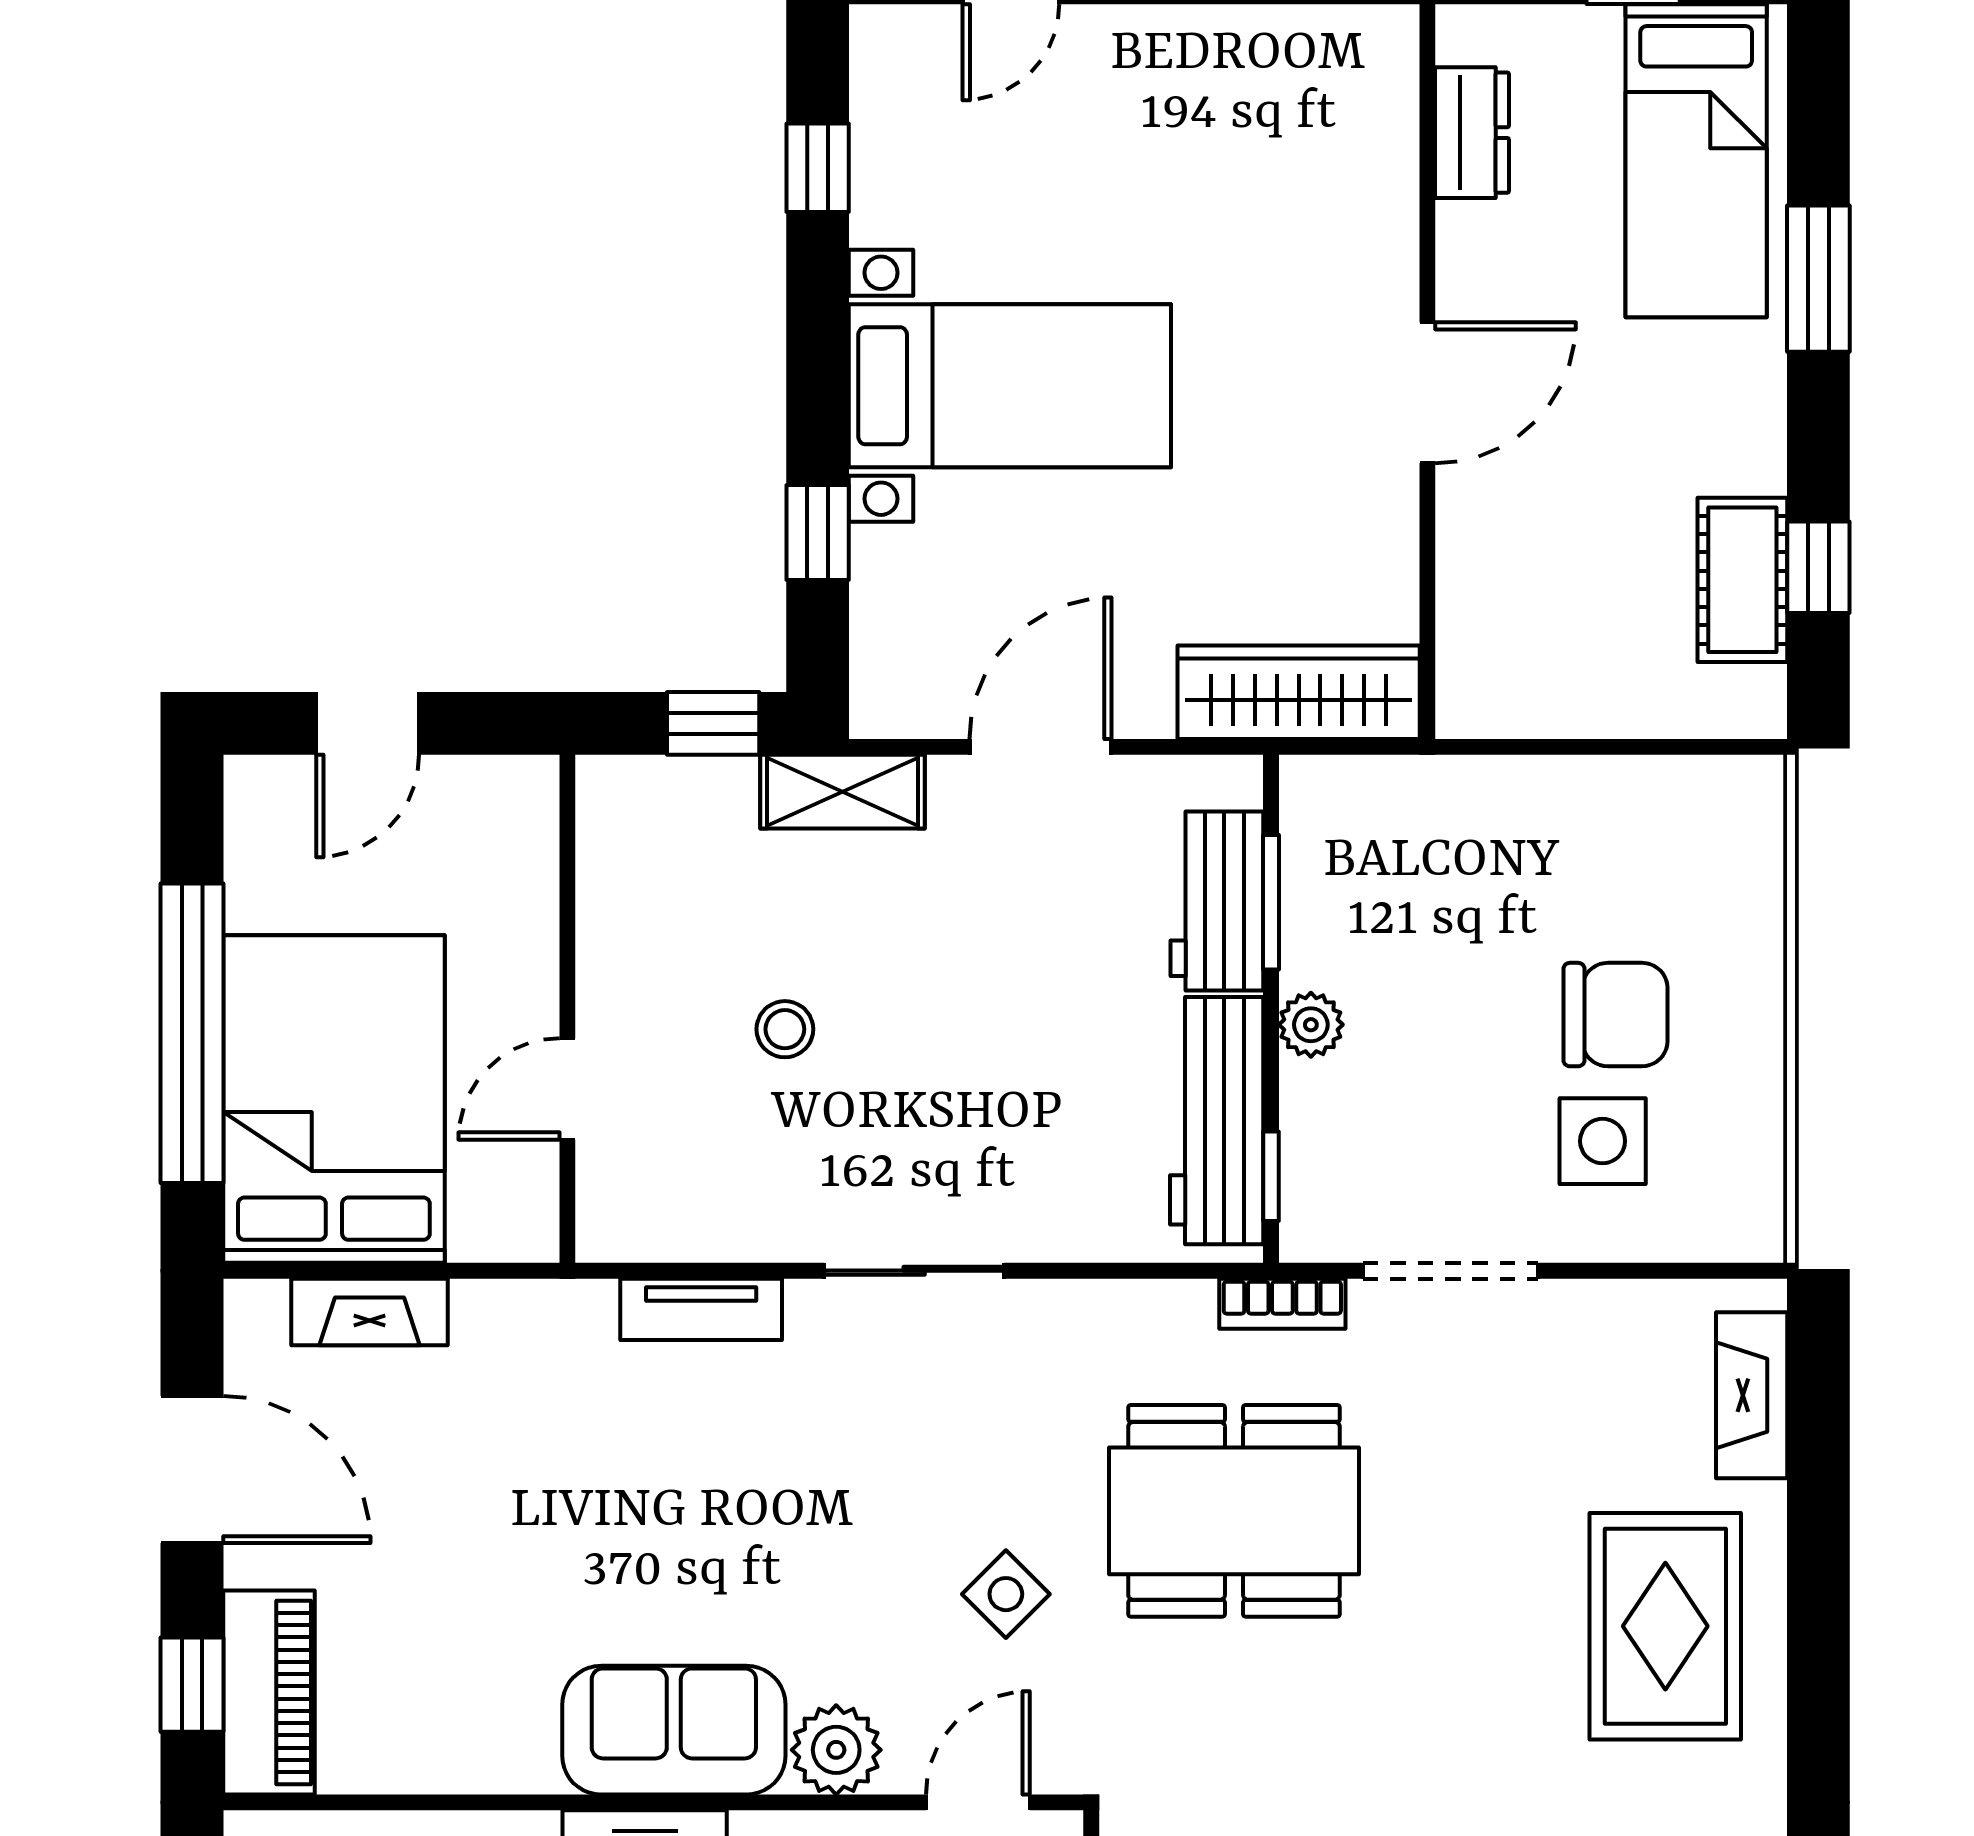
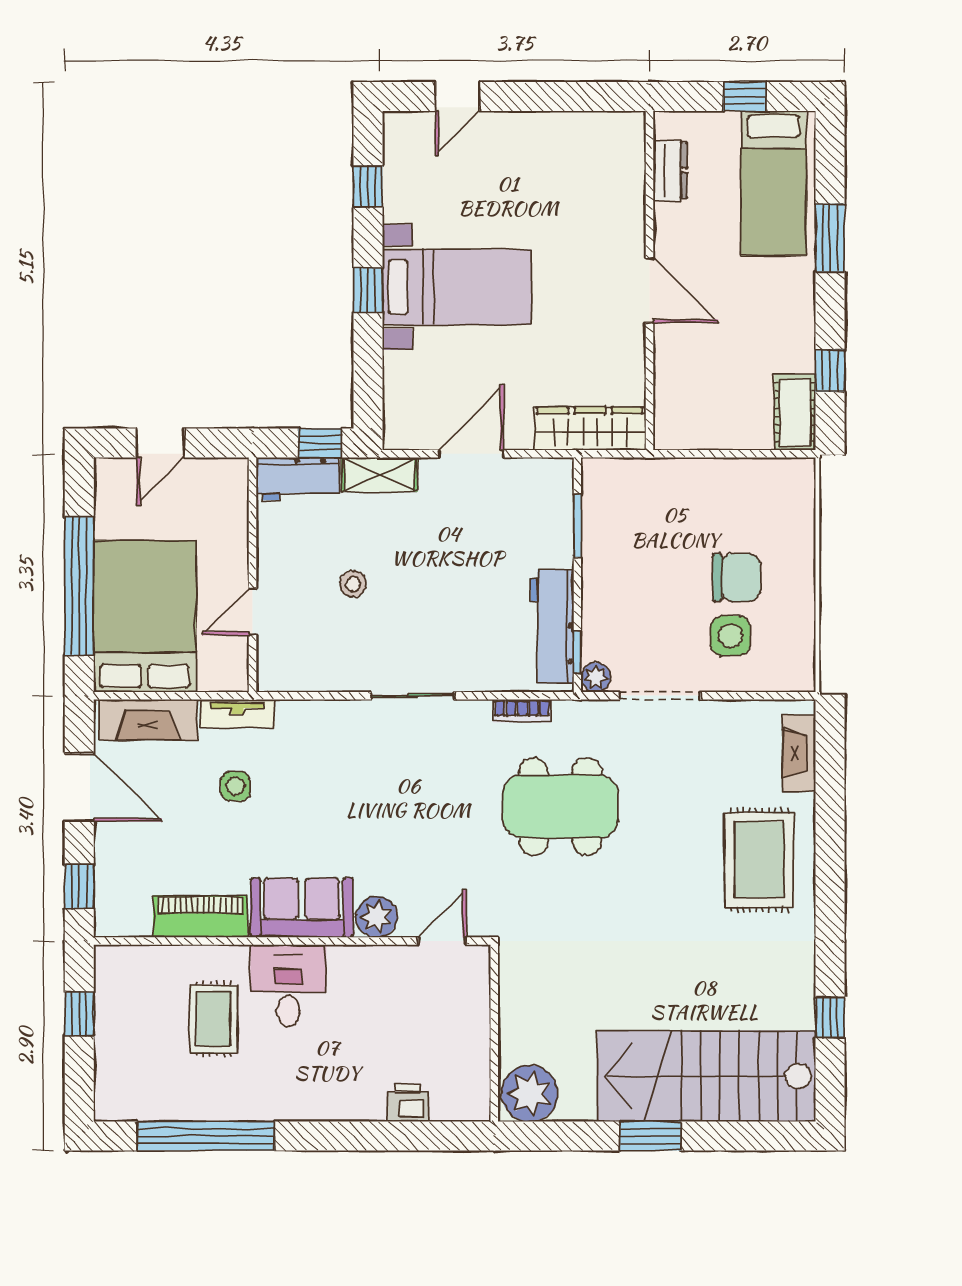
door: (1427, 393) -> (650, 290), hinge flipped
window: (818, 533) -> (368, 290), moved
cot: (1742, 580) -> (795, 412), moved
workbench: (1217, 901) -> (297, 479), moved, turned -90
plant: (1311, 1025) -> (596, 677), moved
bookcase: (1282, 1304) -> (522, 711), moved
tv unit: (701, 1309) -> (237, 714), moved
fireplace: (369, 1312) -> (148, 720), width x1.37, depth x1.32
side table: (1006, 1594) -> (235, 786), moved, turned 45
piano: (269, 1692) -> (200, 916), moved, turned -90

